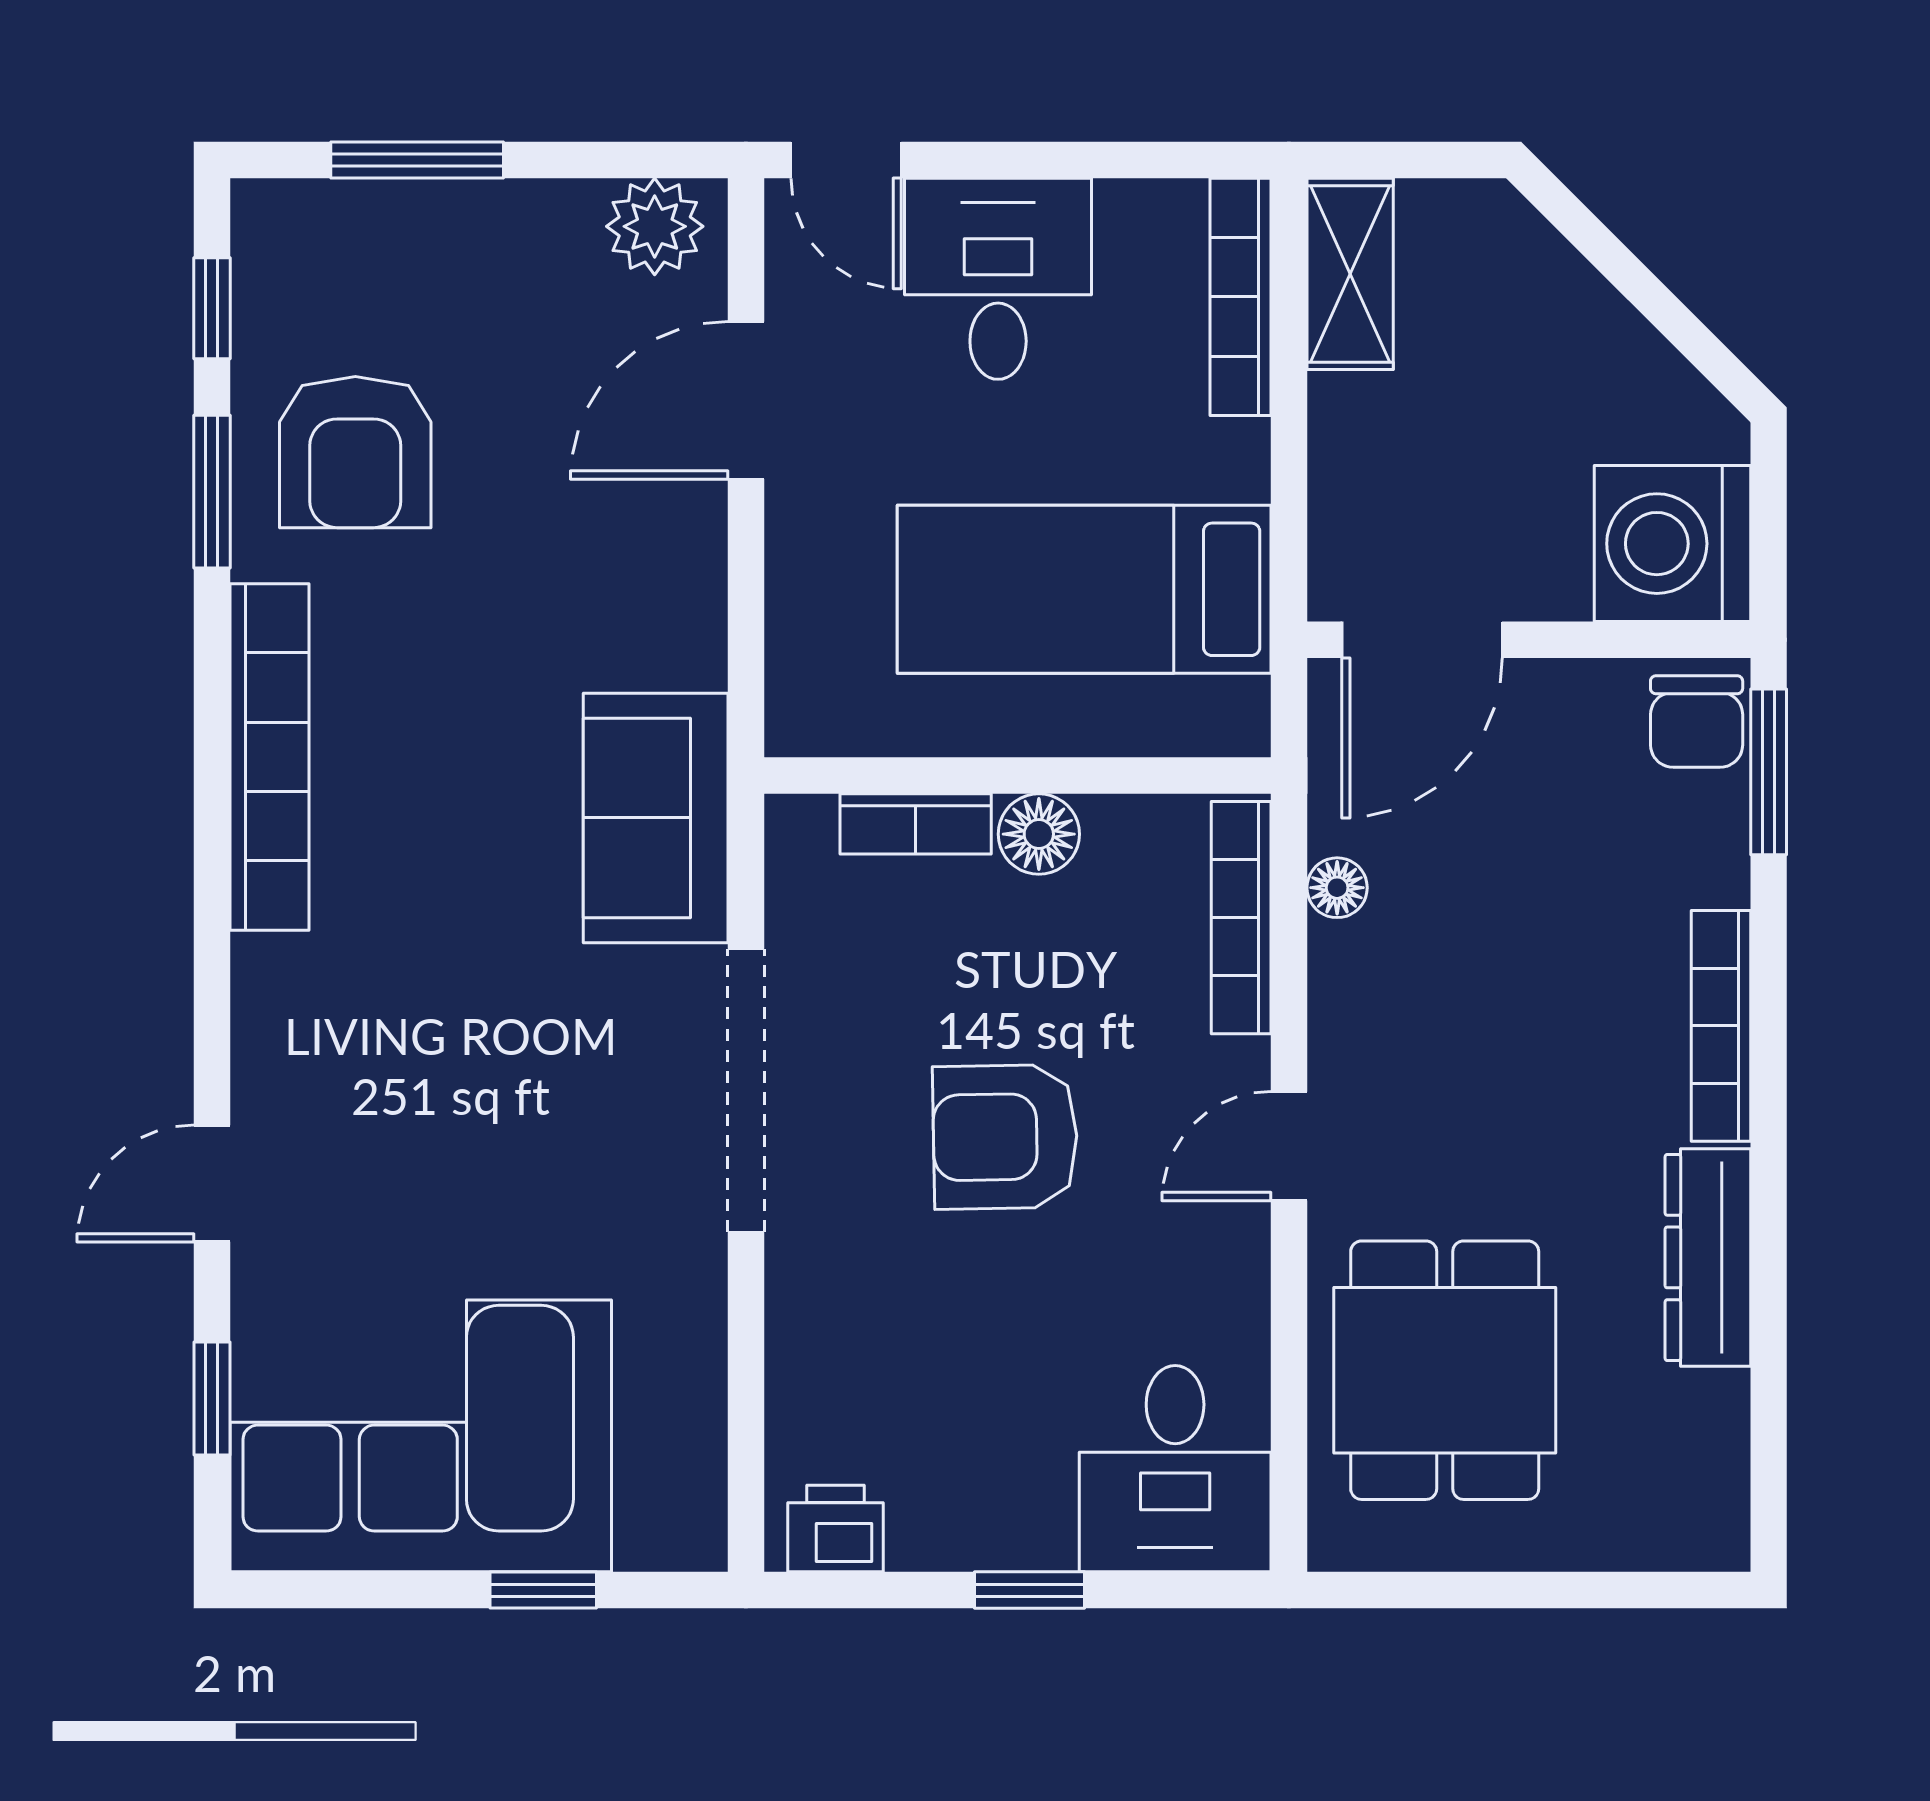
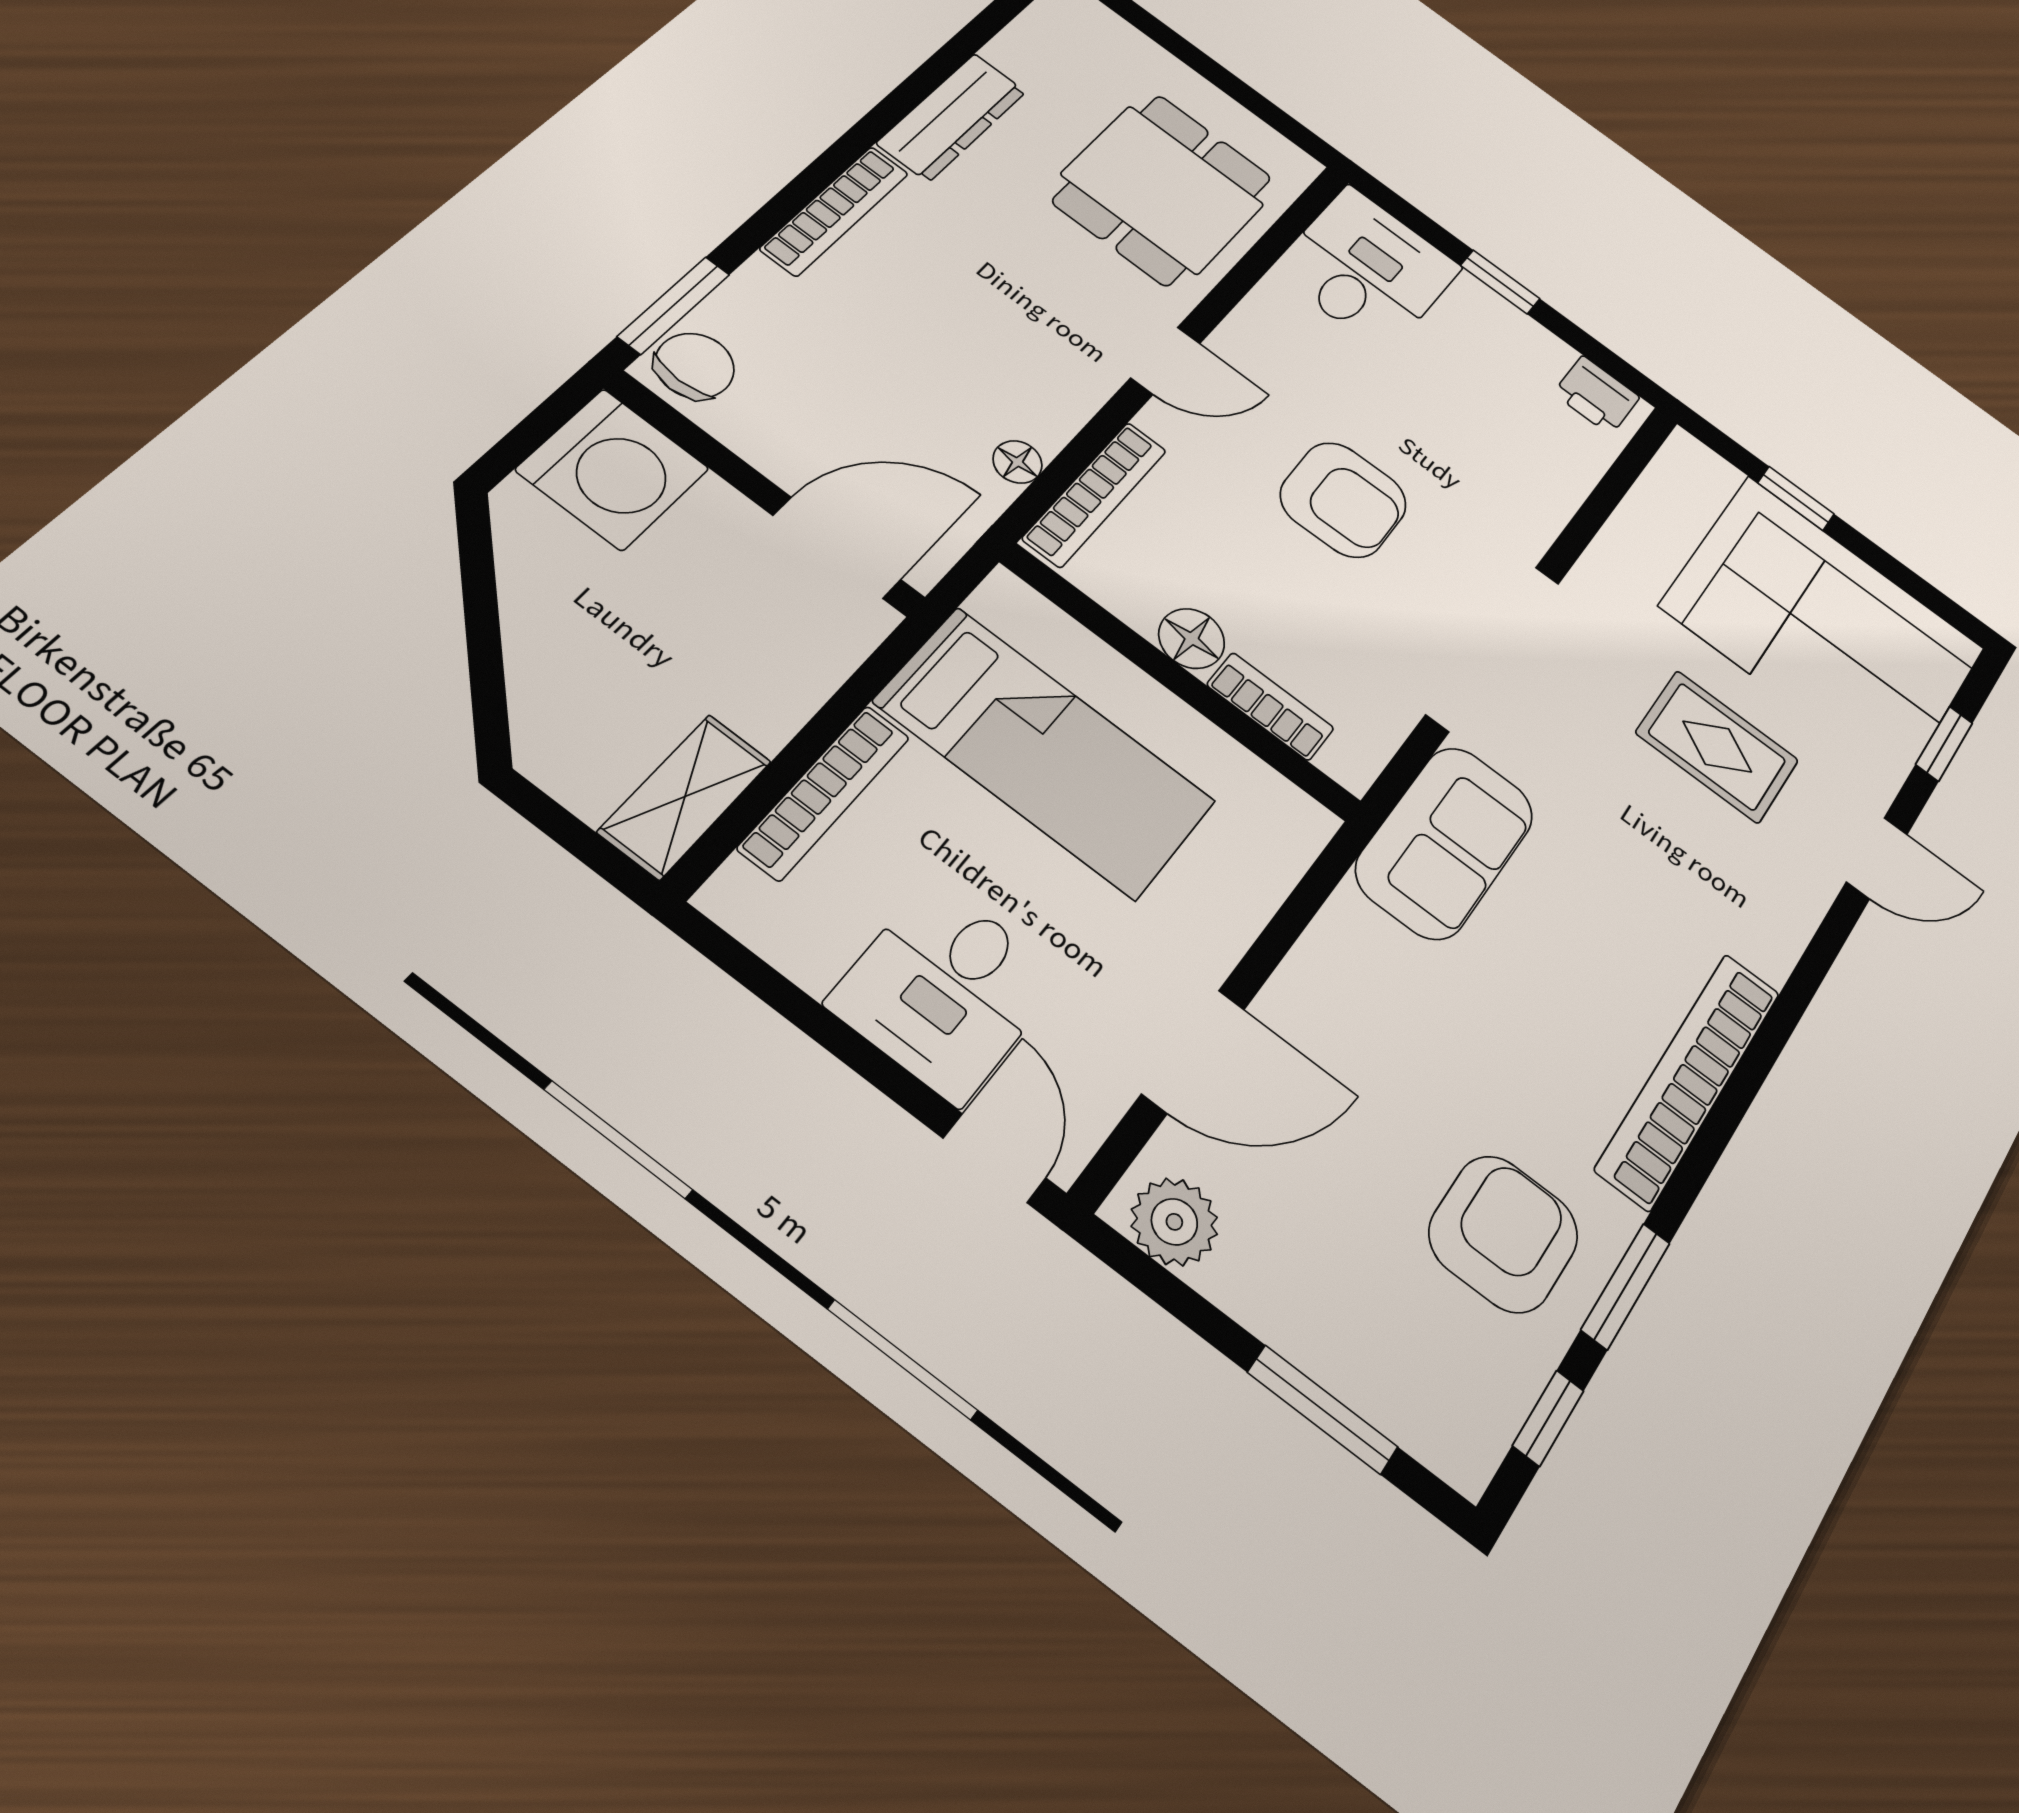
bookcase: (1240, 297) -> (824, 792), moved
rug: (451, 1175) -> (1717, 747), added

